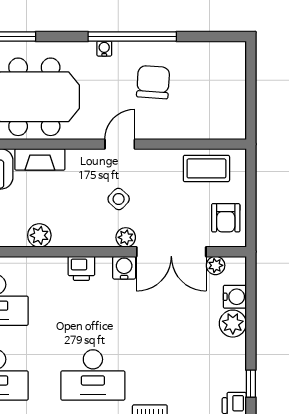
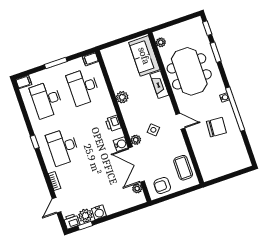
water cooler: (235, 297) -> (99, 212), moved
plant: (233, 324) -> (85, 216), moved

